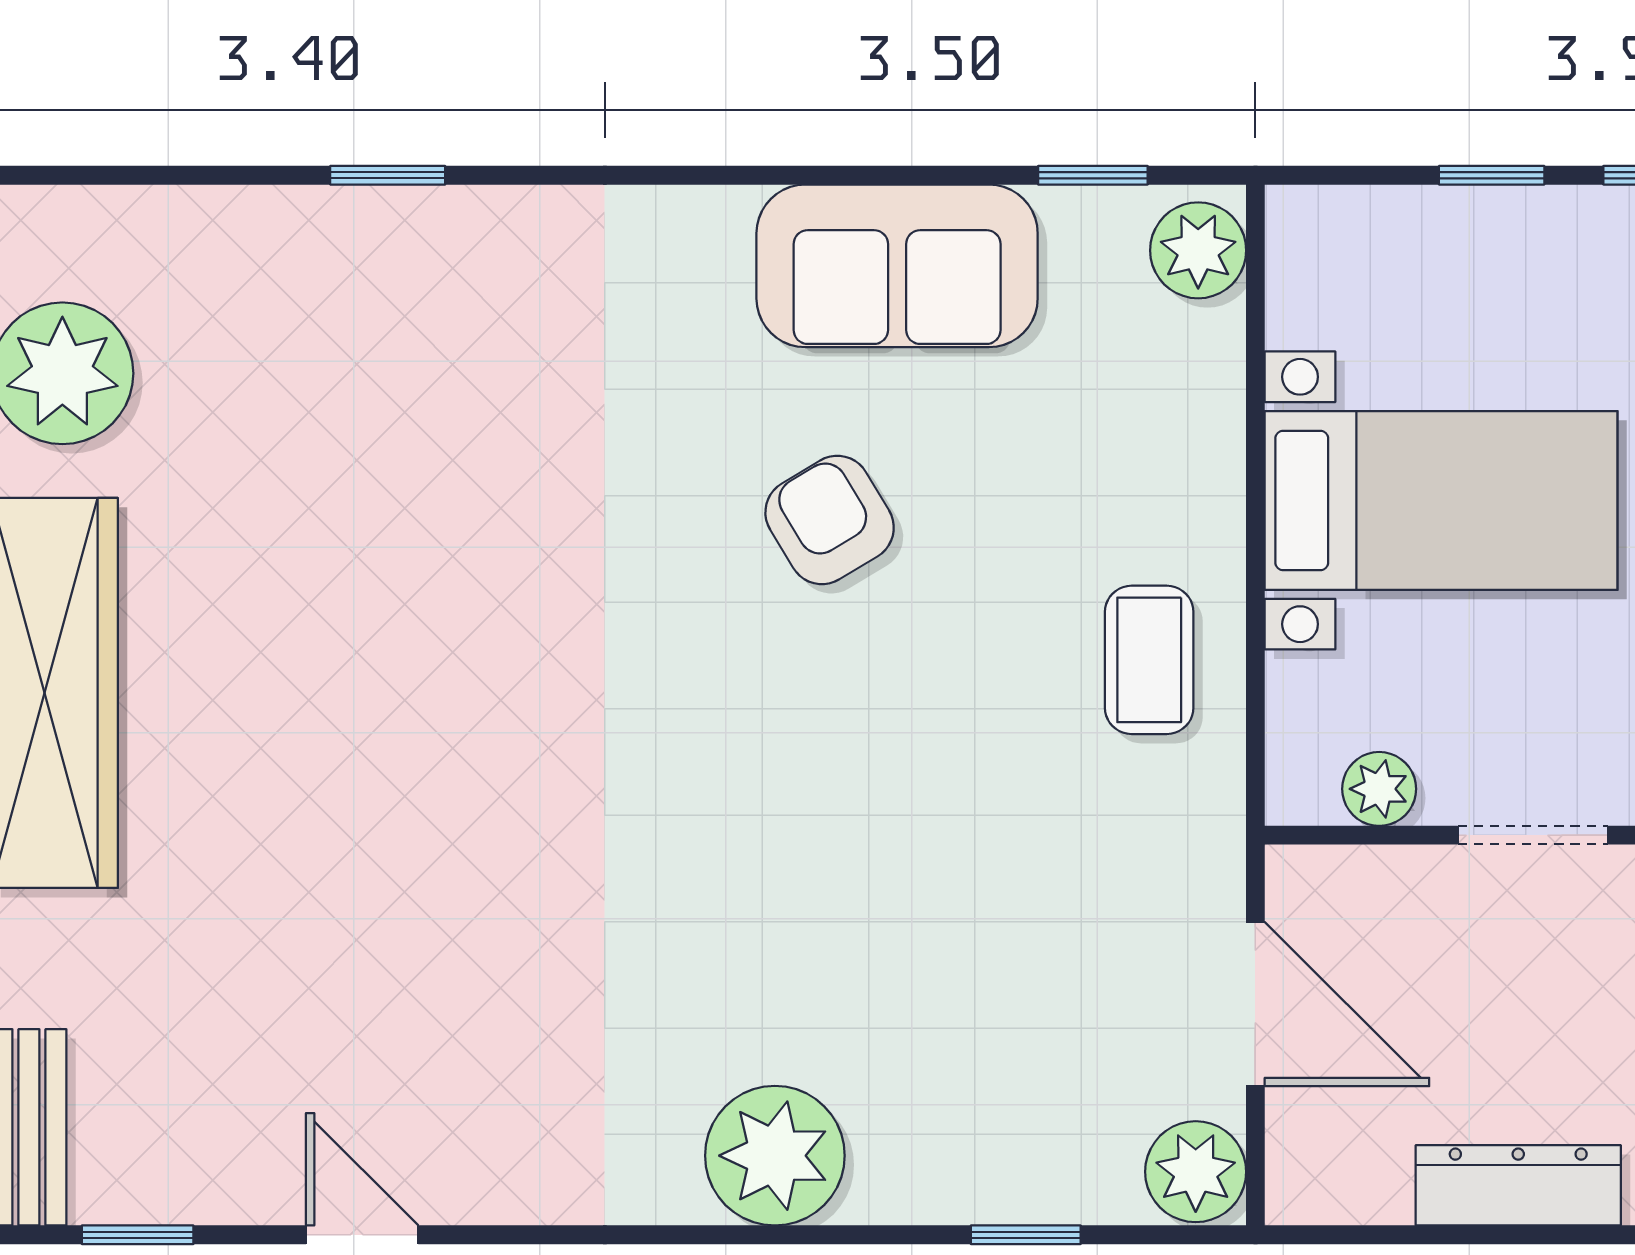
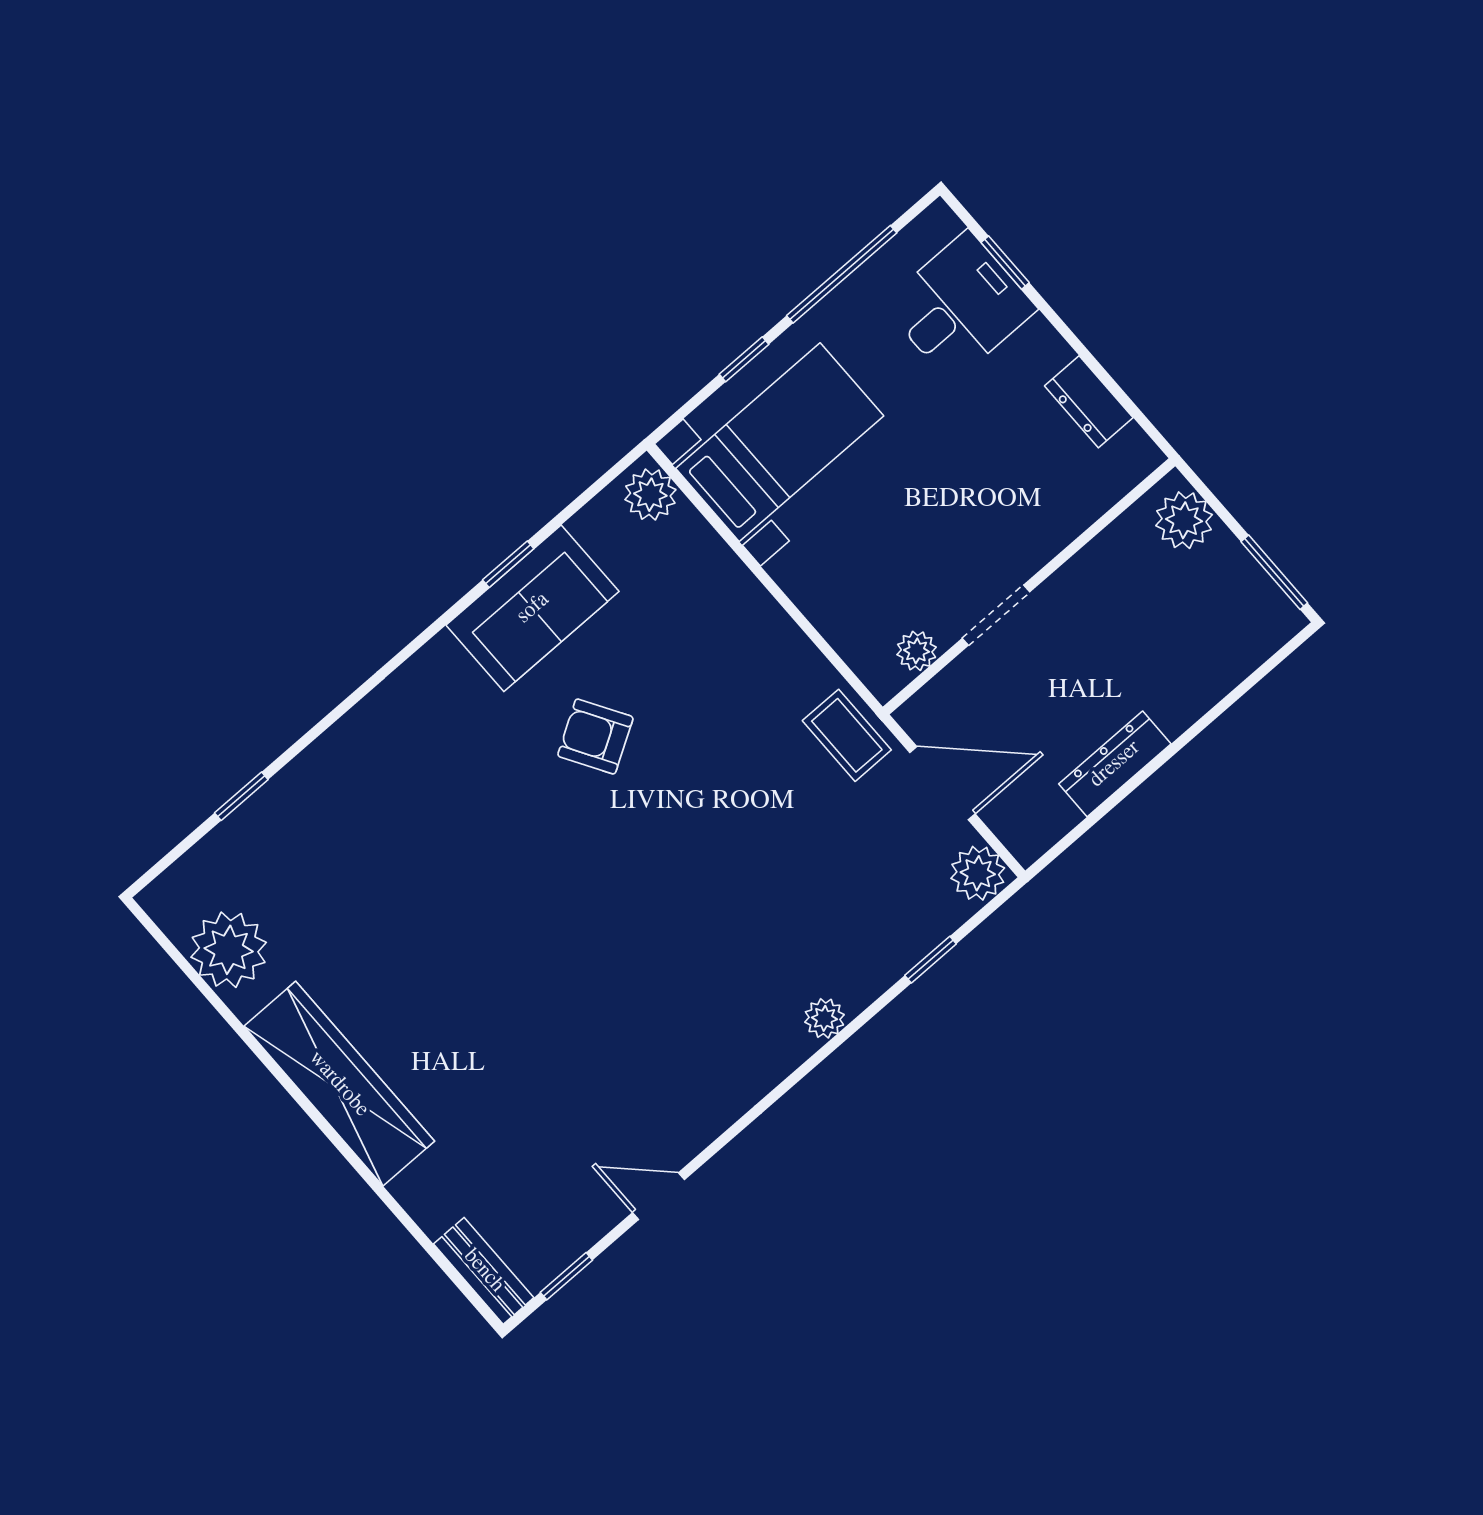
window: (388, 175) -> (241, 796), moved
window: (1093, 175) -> (508, 564), moved
bed with nightstands: (1441, 500) -> (780, 442), moved
coffee table: (1149, 660) -> (847, 735), moved
plant: (775, 1156) -> (824, 1018), width x0.53, depth x0.53

